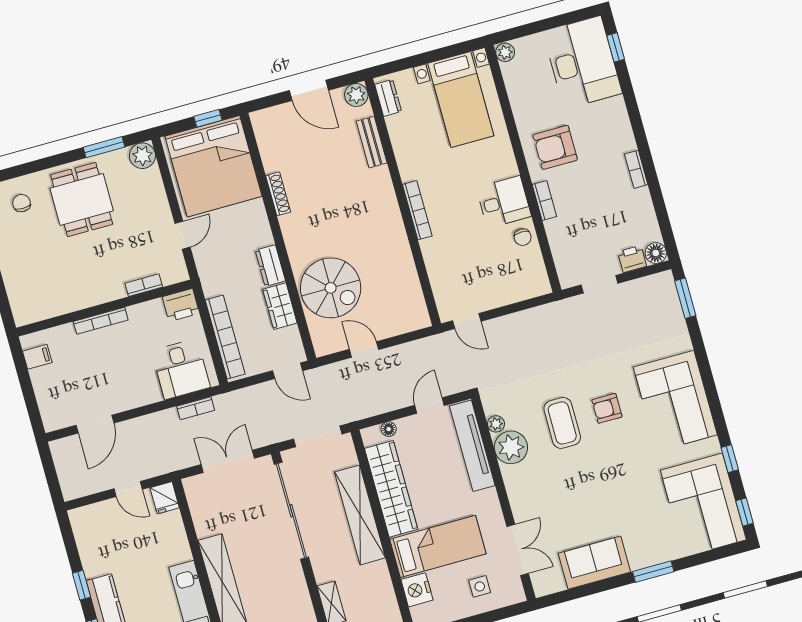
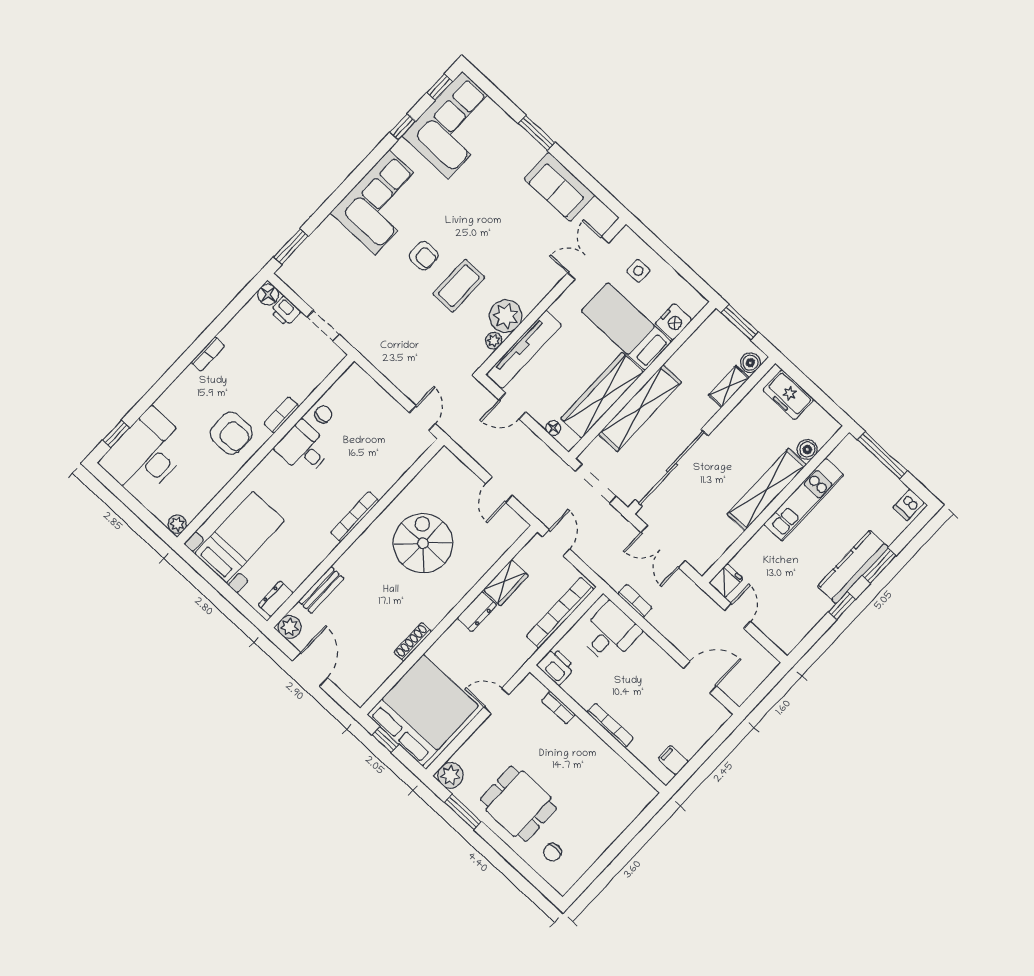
dining table: (82, 200) -> (518, 804), turned 90
spiral stairs: (331, 288) -> (423, 543), moved

